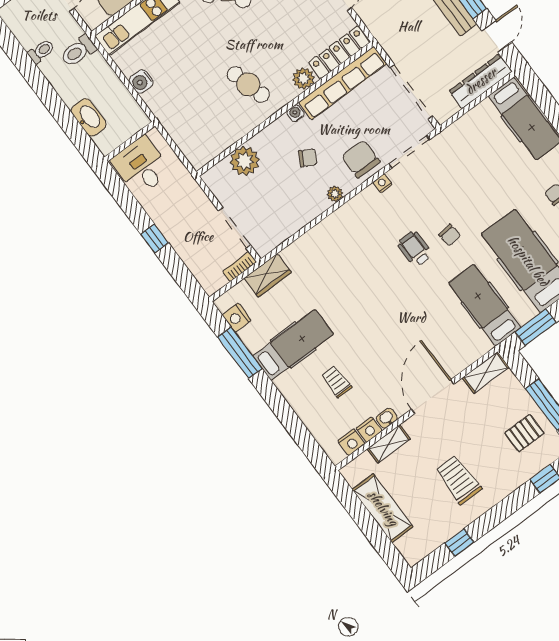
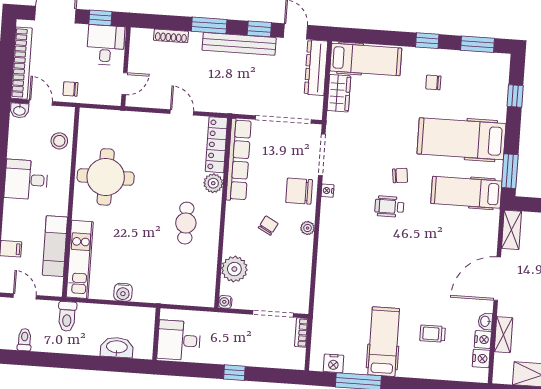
toilet: (41, 51) -> (24, 340), moved
cafe table: (248, 84) -> (186, 223), turned -74
water cooler: (296, 113) -> (225, 302), moved
wardrobe: (268, 275) -> (339, 93), moved
door: (433, 397) -> (497, 279), hinge flipped

